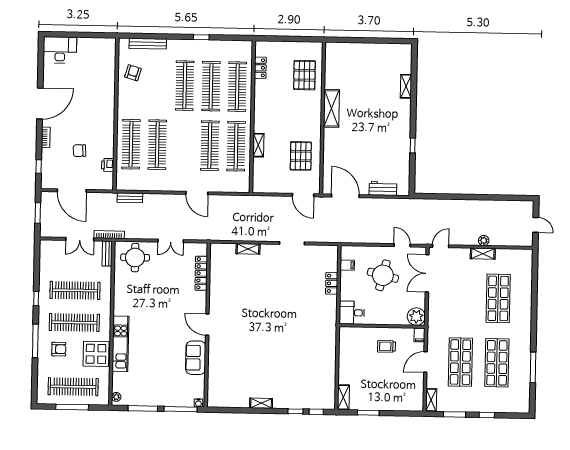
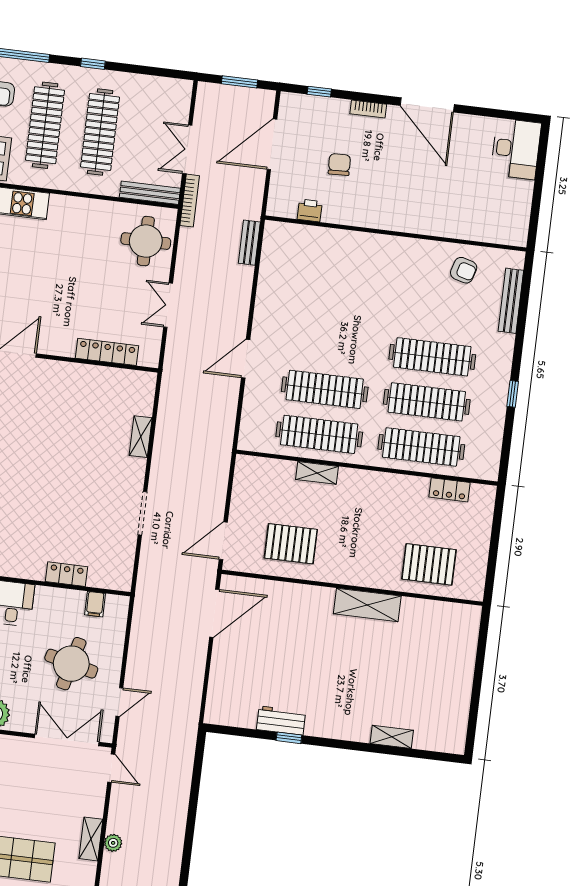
clothes rail: (131, 144) -> (341, 254), removed
clothes rail: (157, 145) -> (336, 299), removed
workbench: (383, 188) -> (281, 720), moved, turned -90
bench: (107, 253) -> (150, 193), width x1.36

